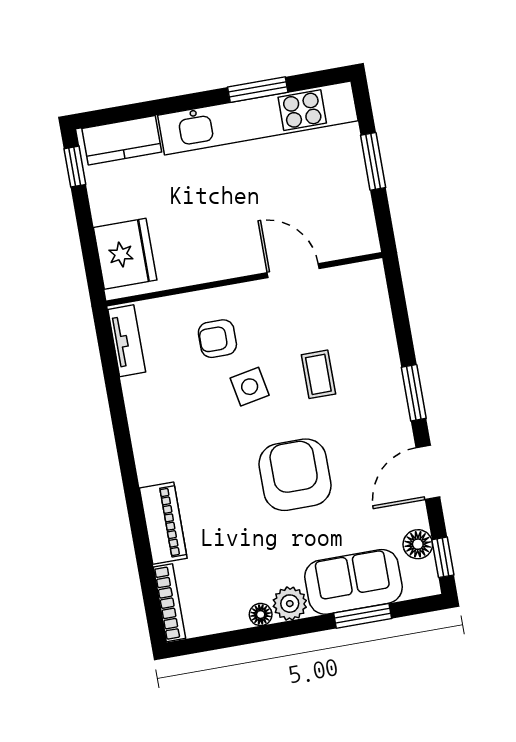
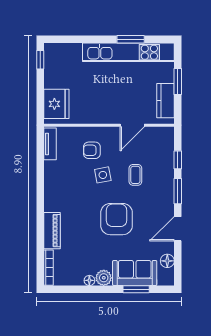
kitchen counter: (122, 140) -> (165, 101), moved, turned 90
door: (293, 271) -> (132, 125), swing flipped
window: (443, 557) -> (178, 160), moved

